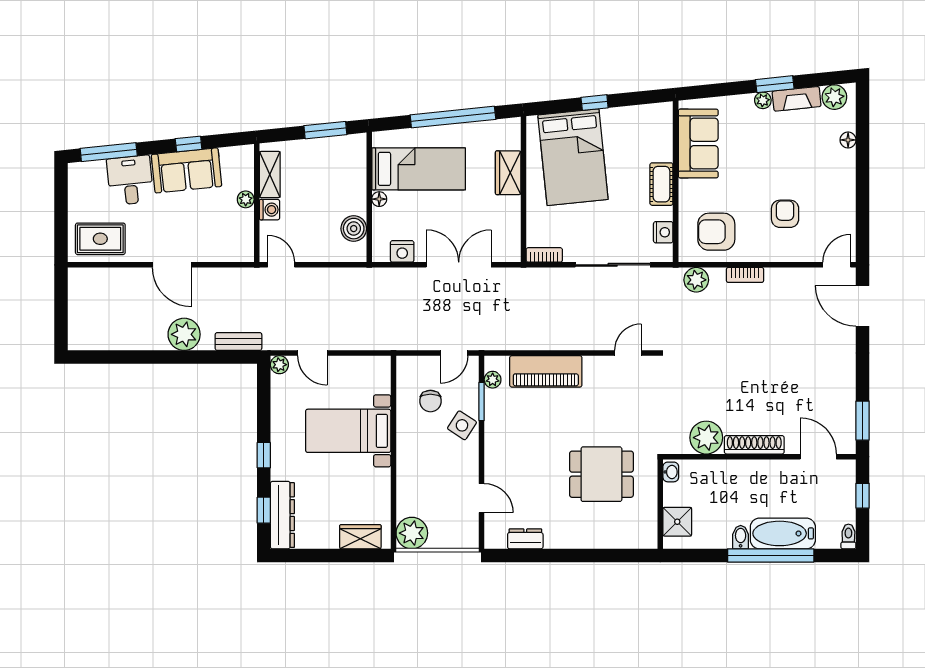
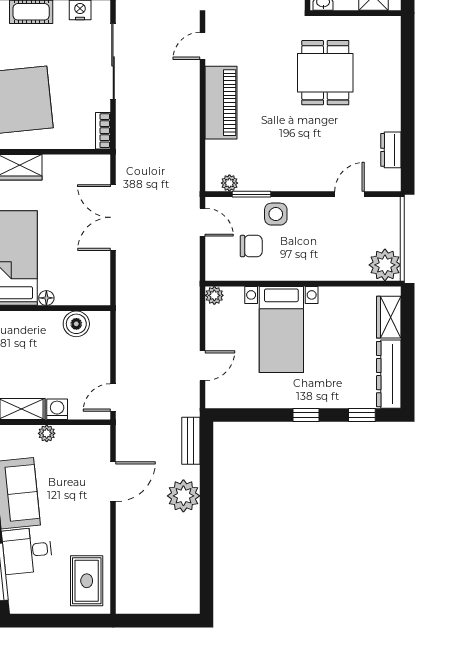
nightstand: (402, 251) -> (99, 275), removed
door: (172, 265) -> (113, 482), moved
door: (628, 353) -> (202, 46), hinge flipped
plant: (279, 365) -> (214, 295), moved
piano: (546, 371) -> (221, 103), moved
side table: (462, 425) -> (276, 214), turned -33
dresser: (282, 515) -> (389, 374), moved, turned -90

